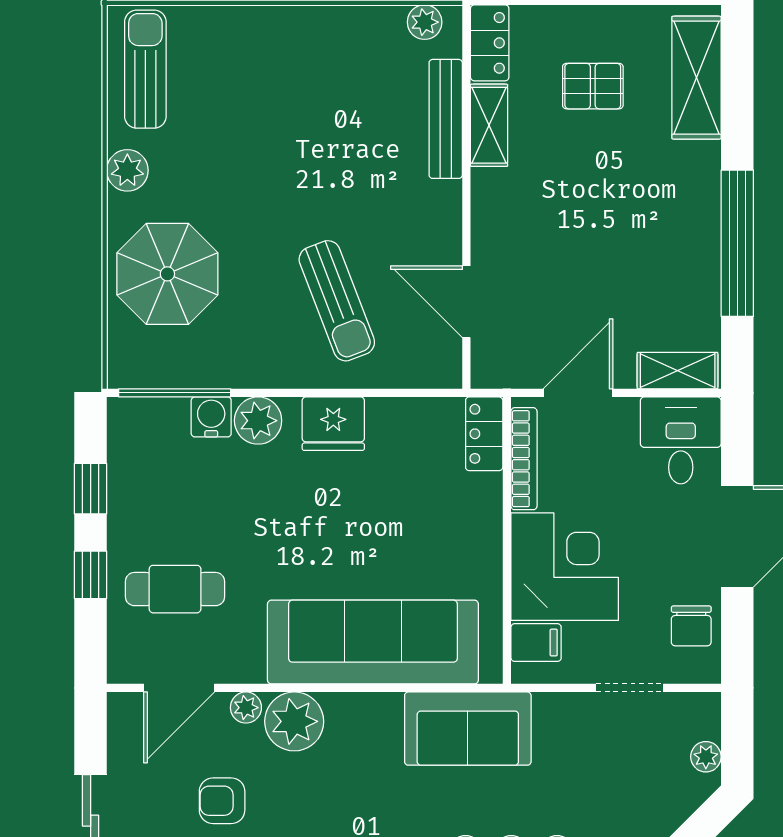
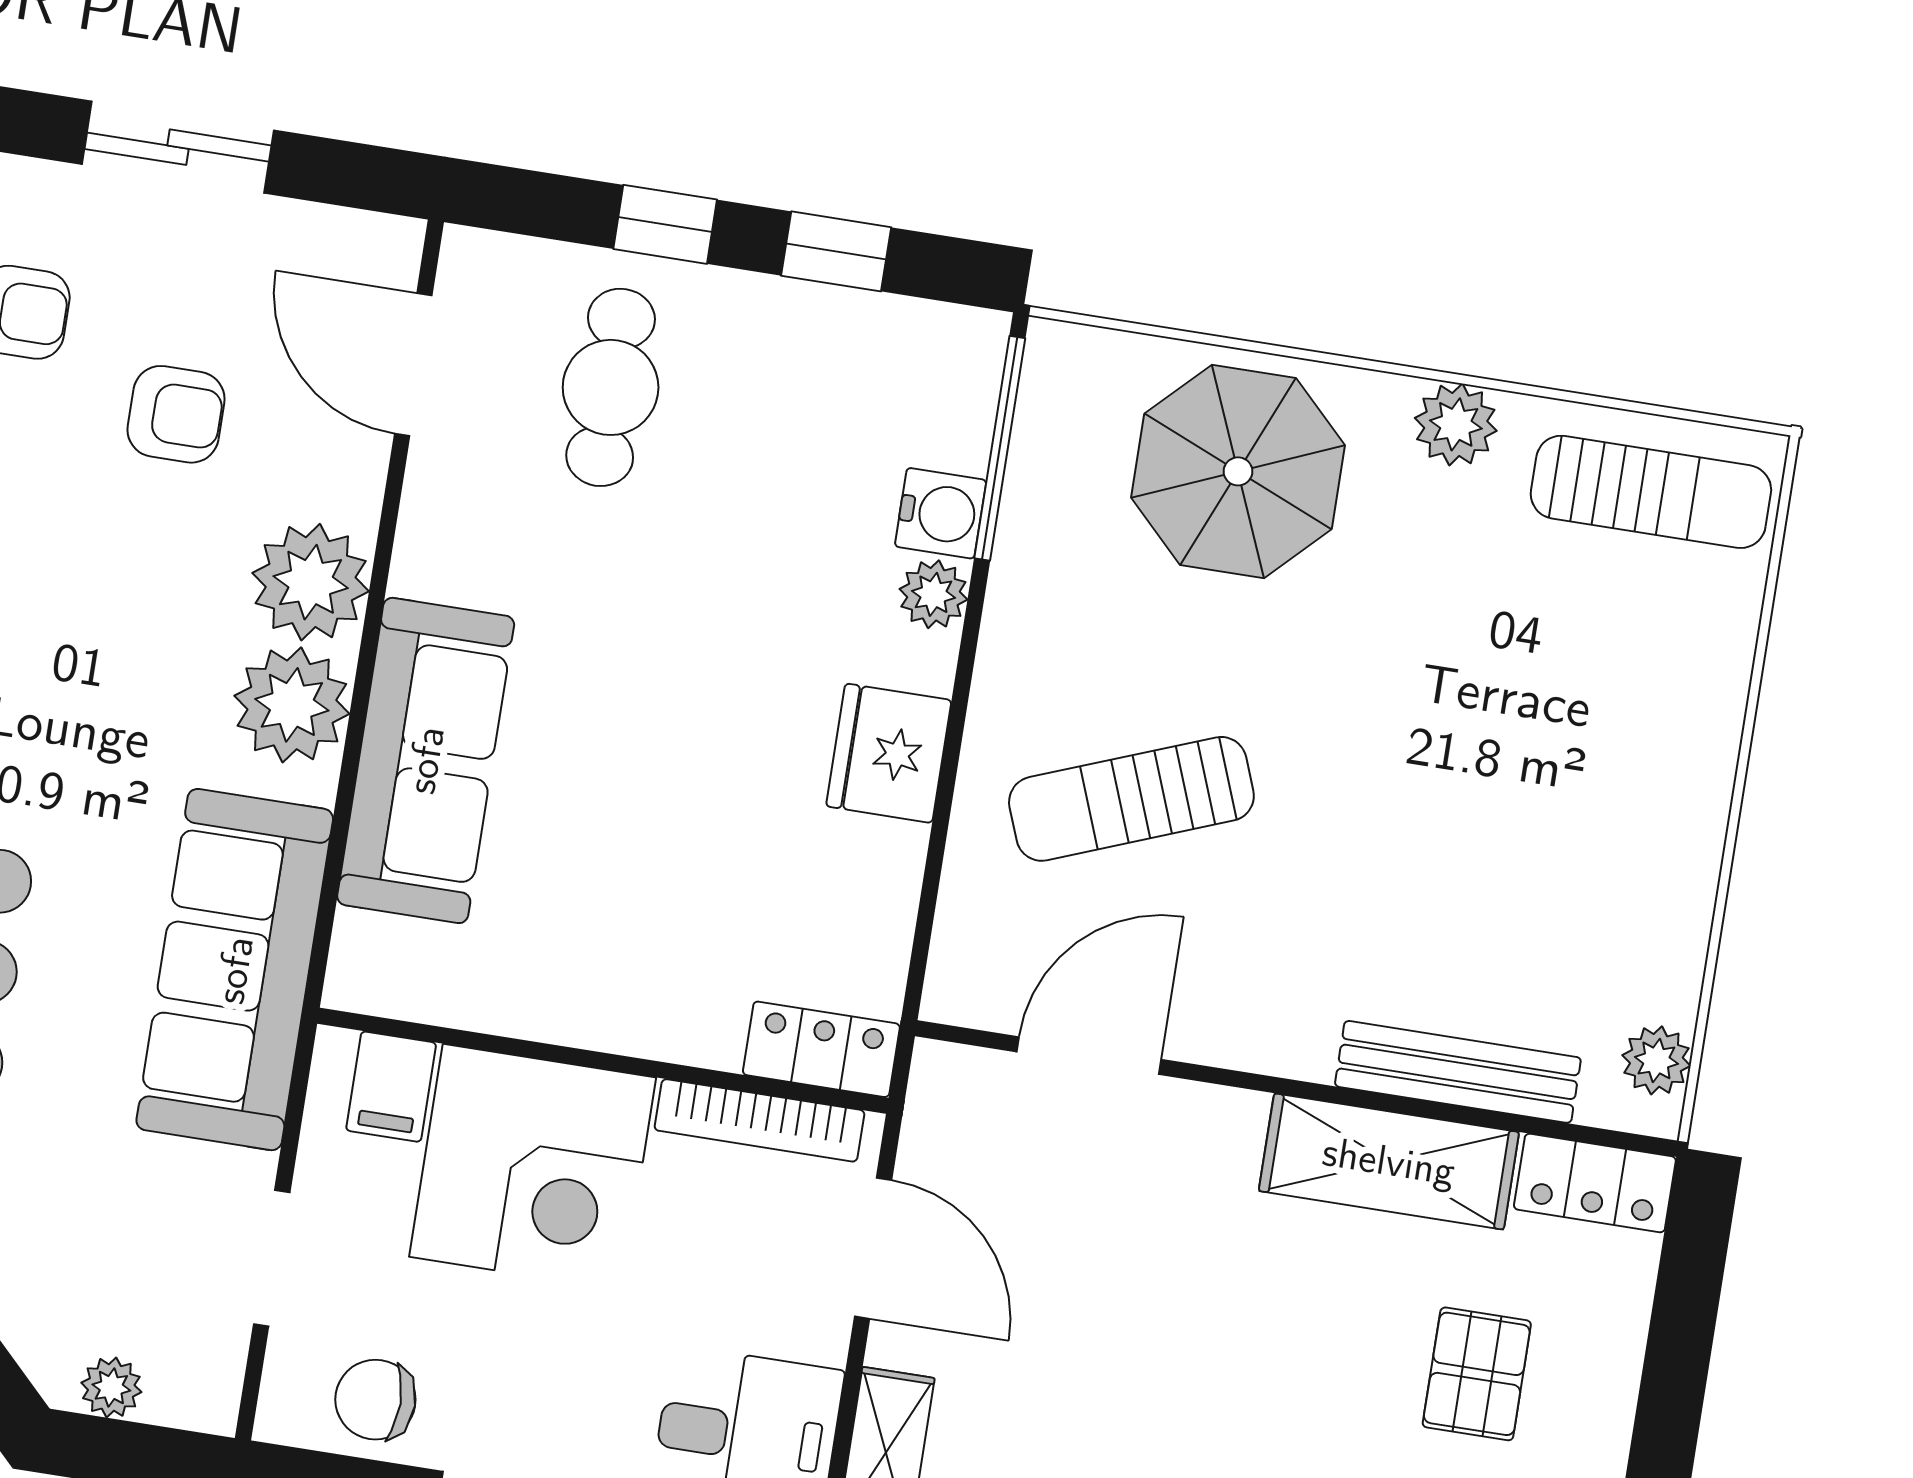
shelving: (489, 125) -> (1389, 1162), width x1.50, depth x1.33
plant: (258, 421) -> (933, 594), width x0.73, depth x0.73
sofa: (373, 642) -> (426, 760), width x0.74, depth x0.79
plant: (246, 708) -> (292, 705), moved, width x1.87, depth x1.87
sofa: (468, 729) -> (235, 970), width x1.36
armchair: (222, 801) -> (176, 414), turned 90

